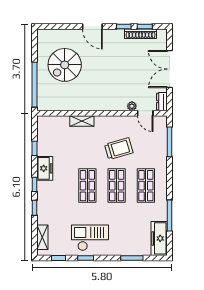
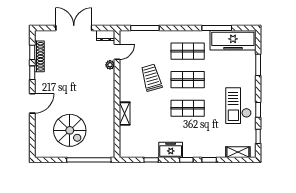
double door: (169, 69) -> (74, 28), swing flipped
freezer: (159, 238) -> (233, 40), width x1.36, depth x1.26

